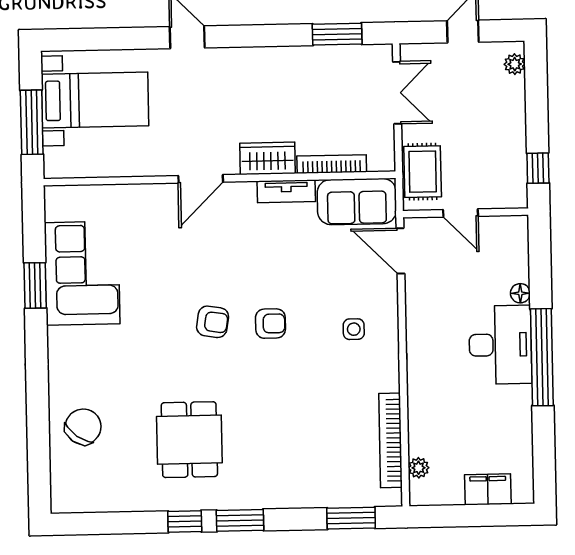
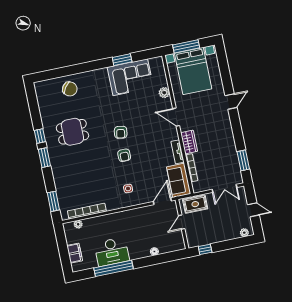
bed with nightstands: (95, 100) -> (193, 71), width x1.36
plant: (135, 197) -> (164, 93), added
desk: (500, 345) -> (112, 252), moved
window: (542, 357) -> (114, 268), moved

